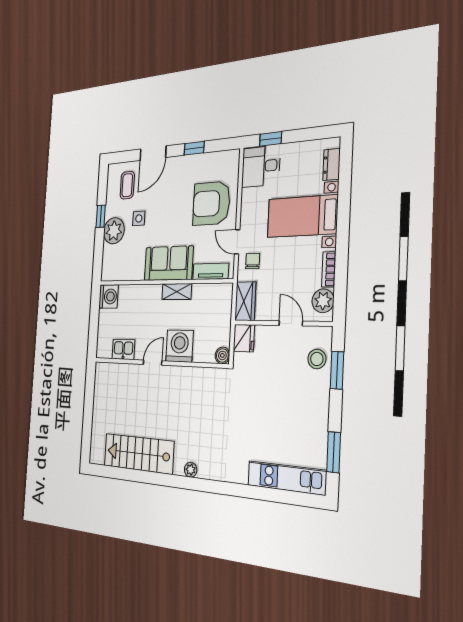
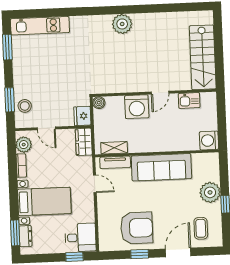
window: (345, 169) -> (15, 233), added
armchair: (211, 203) -> (137, 228), moved
side table: (139, 218) -> (186, 202), removed
chair: (253, 261) -> (81, 170), removed
sofa: (169, 263) -> (161, 167), width x1.36
shelving: (177, 292) -> (114, 148), moved
stairs: (139, 454) -> (203, 57), moved, turned 90
plant: (191, 470) -> (122, 24), width x1.88, depth x1.88

